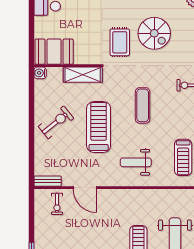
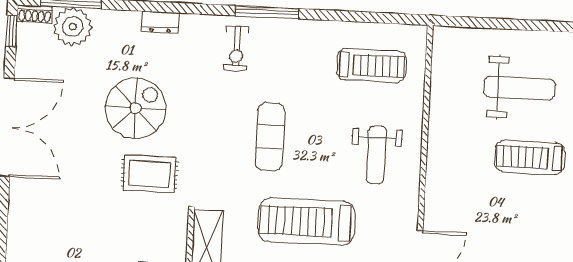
exercise mat: (143, 105) -> (270, 137), turned 90

